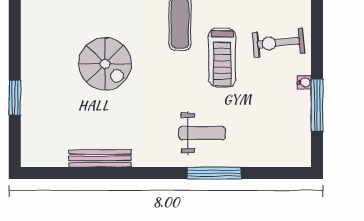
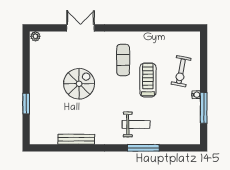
exercise bike: (278, 43) -> (181, 71), turned -74
treadmill: (222, 57) -> (148, 80), turned 180
spiral stairs: (105, 64) -> (79, 84), turned -90

